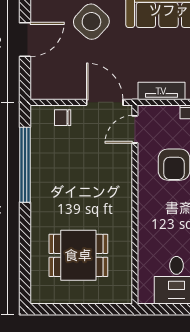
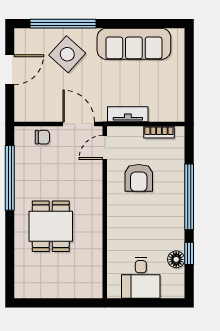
chair: (63, 118) -> (42, 137), turned 180
dining table: (78, 255) -> (51, 226), moved, turned 90

